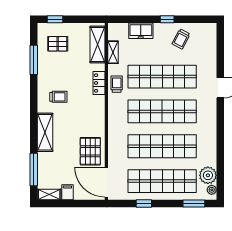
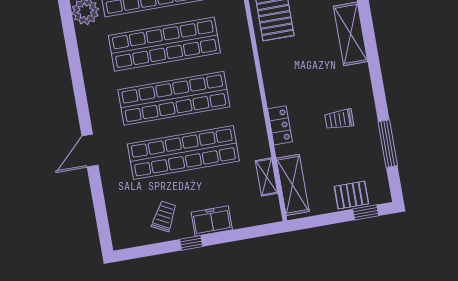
freezer: (141, 31) -> (212, 221), moved
pallet: (58, 44) -> (351, 195), moved
trolley: (117, 84) -> (252, 128), removed
trolley: (58, 97) -> (339, 119), moved

